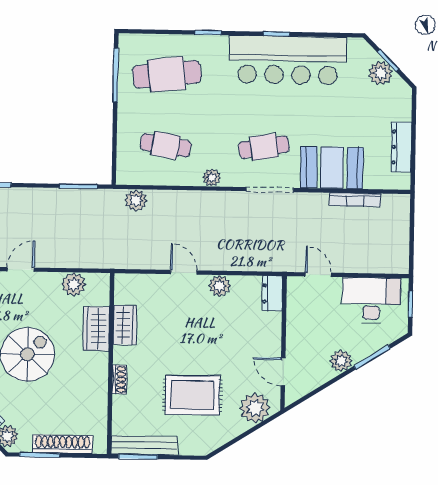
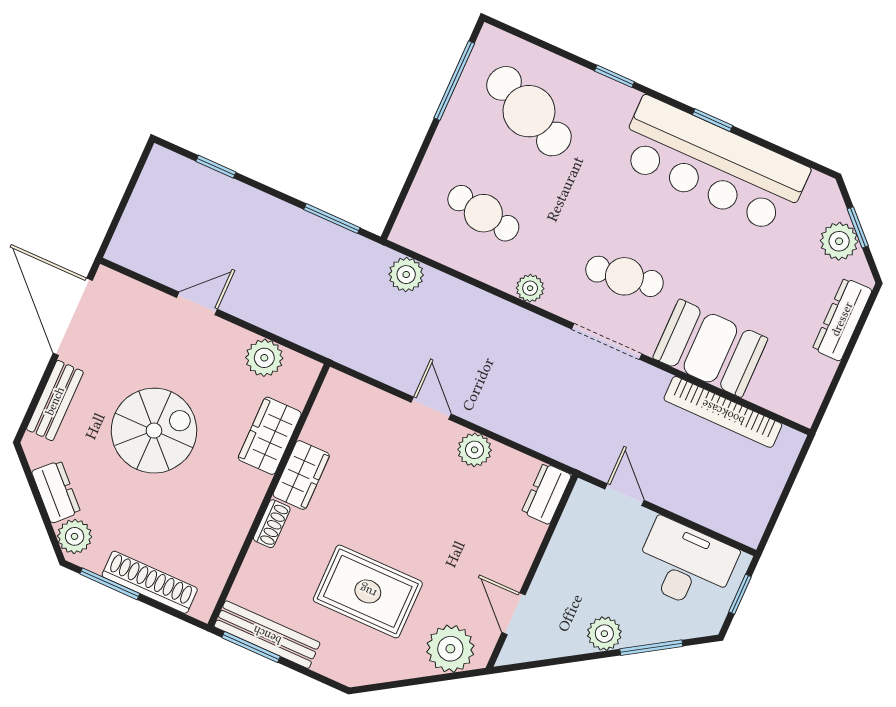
cafe table: (167, 74) -> (529, 111), turned 30
dresser: (401, 147) -> (842, 319), moved
bookcase: (355, 200) -> (723, 412), width x1.48, depth x1.31
wardrobe: (125, 325) -> (301, 475), moved

